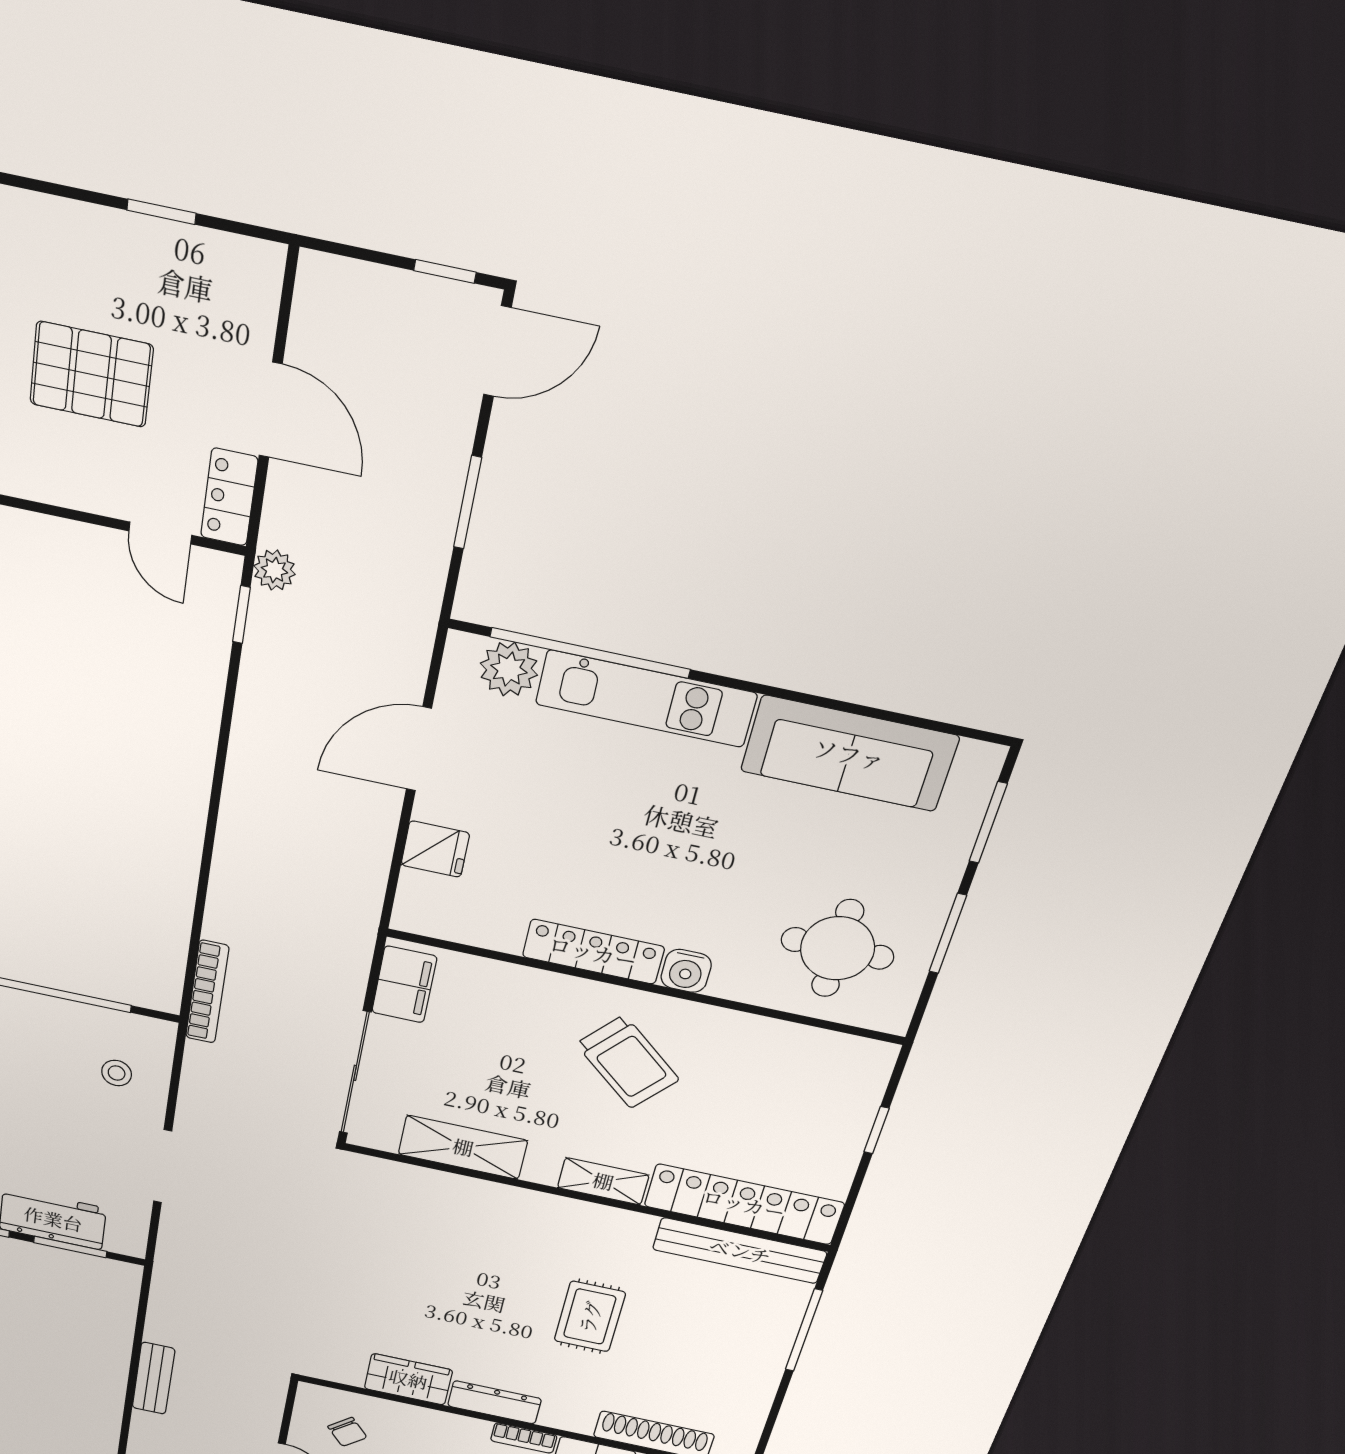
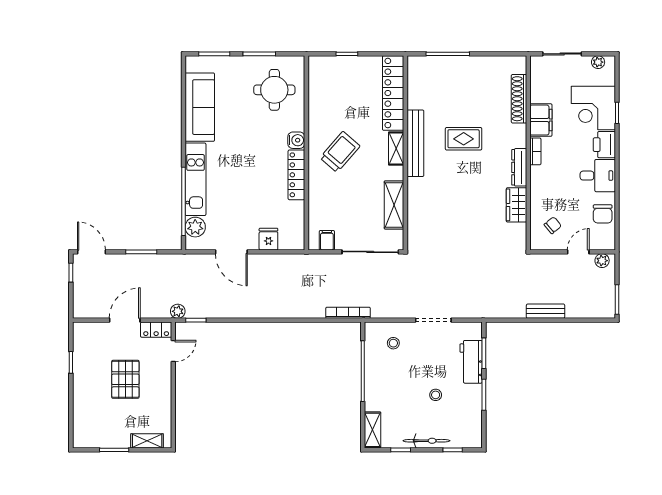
filing cabinet: (404, 984) -> (327, 240), width x0.50
bench: (740, 1251) -> (415, 143), moved

